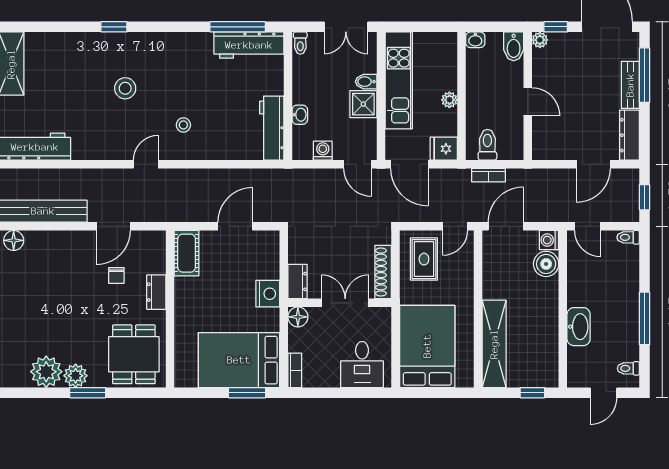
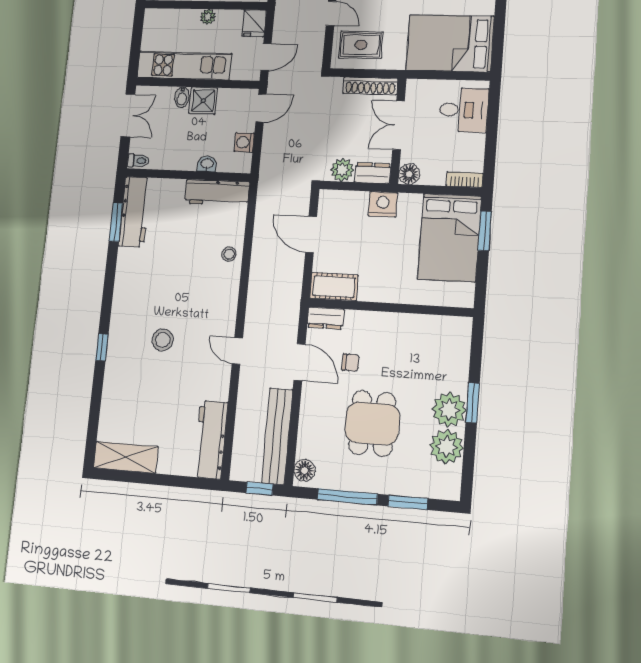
window: (238, 27) -> (116, 222), width x0.69
stool: (183, 125) -> (229, 254), moved
door: (146, 164) -> (237, 351), moved
door: (409, 164) -> (266, 57), width x0.73
plant: (299, 251) -> (342, 170), added
dresser: (156, 292) -> (325, 318), moved
dining table: (134, 354) -> (372, 423), moved, turned 90
plant: (76, 376) -> (449, 410), width x1.36, depth x1.36

